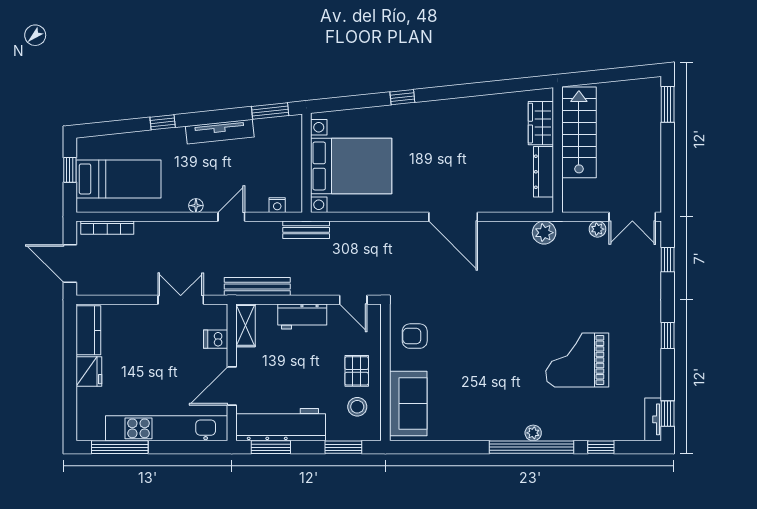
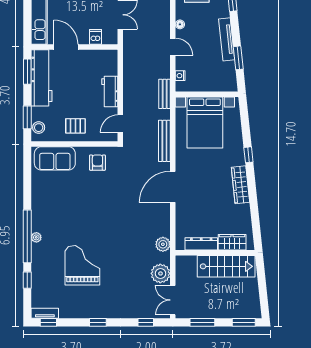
wardrobe: (450, 110) -> (240, 185), added
window: (270, 111) -> (238, 58), moved
window: (668, 170) -> (202, 322), added
plant: (597, 229) -> (160, 273), width x1.87, depth x1.87
bench: (257, 286) -> (164, 141), moved
shelving: (246, 325) -> (104, 56), removed
stool: (357, 407) -> (39, 128), moved

